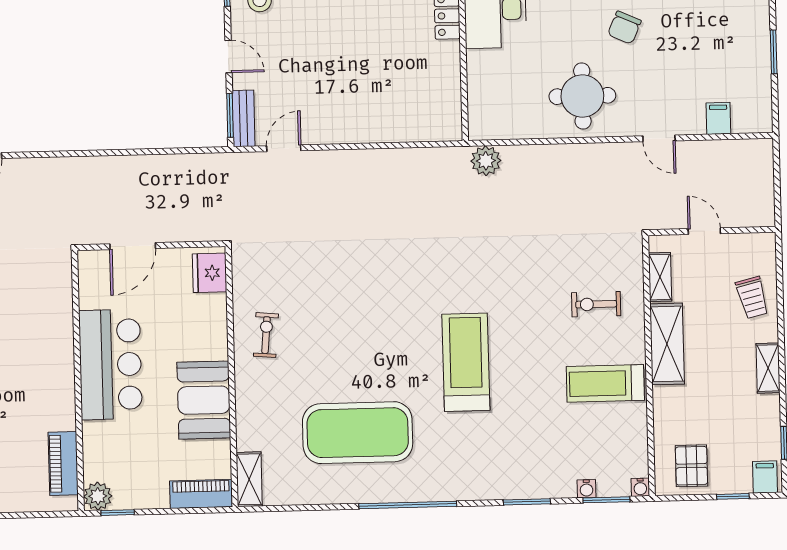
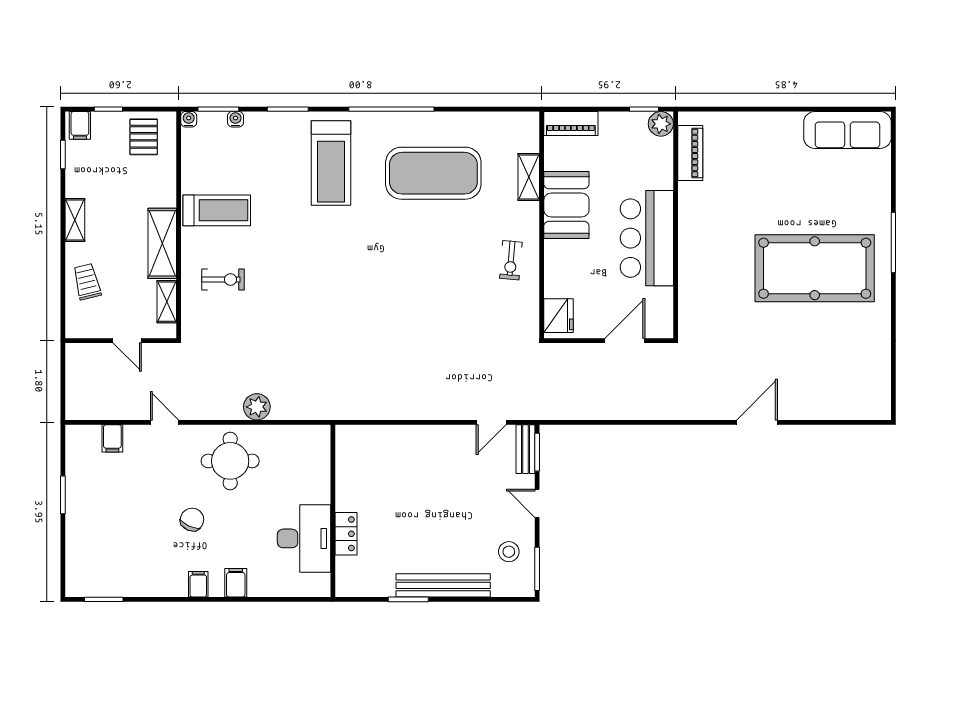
plant: (486, 161) -> (257, 407), moved
treadmill: (466, 362) -> (331, 163), moved
shelving: (249, 479) -> (529, 177), moved

